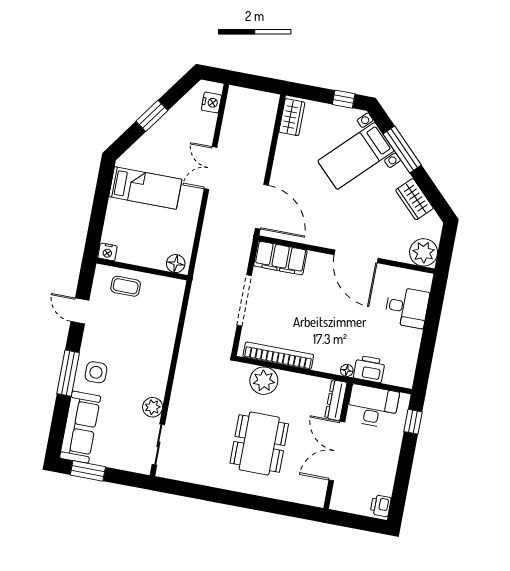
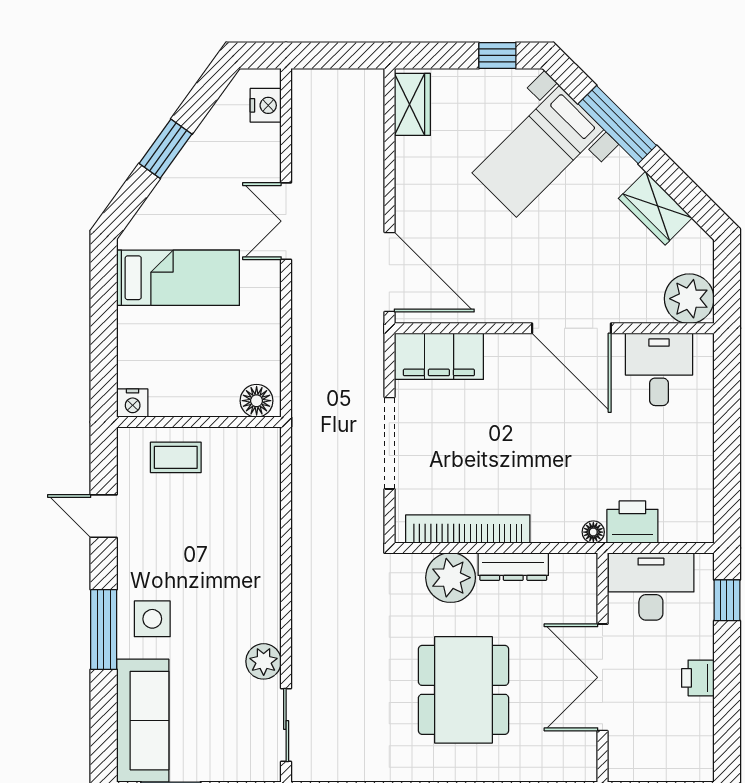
desk: (407, 307) -> (659, 369), moved, turned -90
dresser: (336, 400) -> (513, 567), moved, turned -90
printer: (381, 506) -> (698, 678), moved

